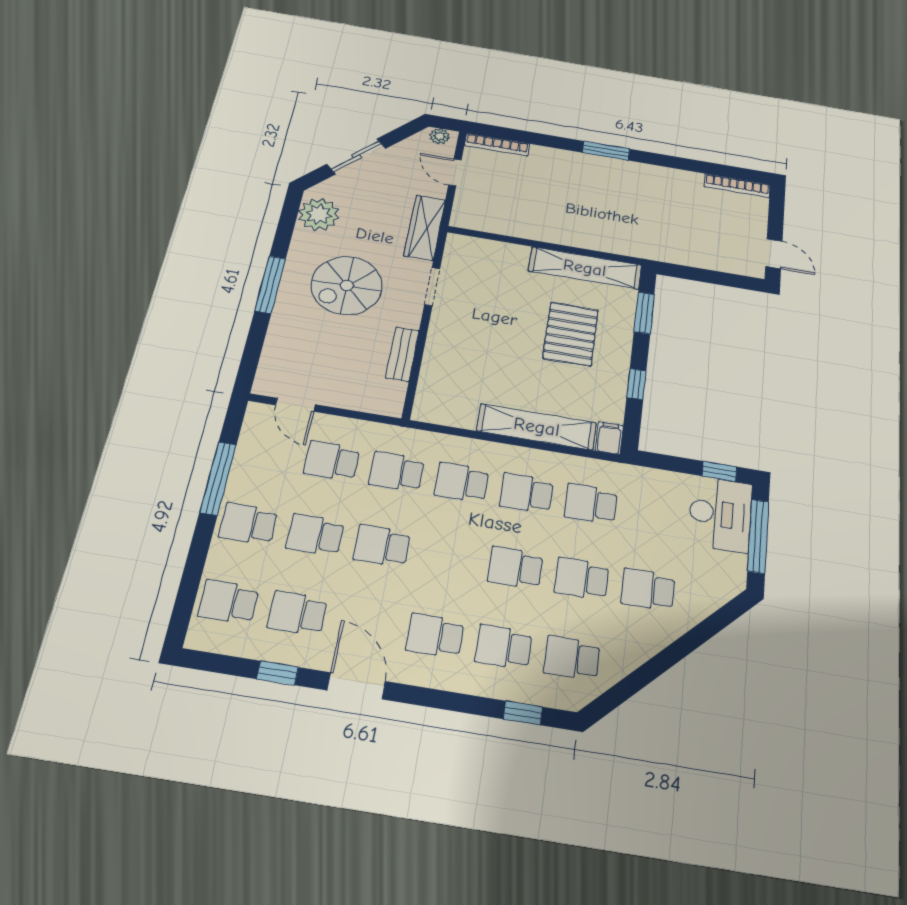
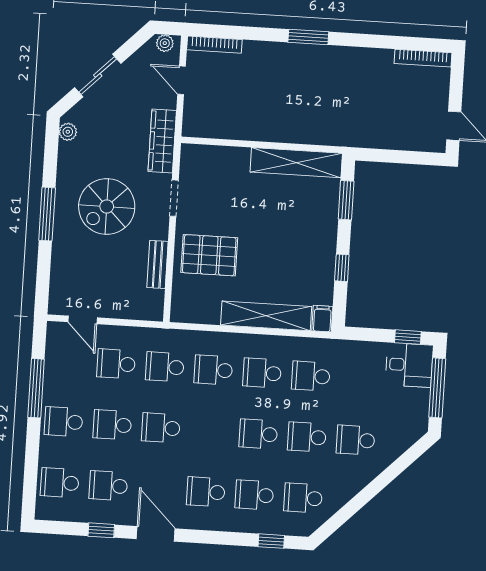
plant: (319, 214) -> (68, 132), width x0.53, depth x0.53
pallet: (571, 334) -> (209, 255), moved, turned 90
desk: (720, 514) -> (409, 365), width x0.73

